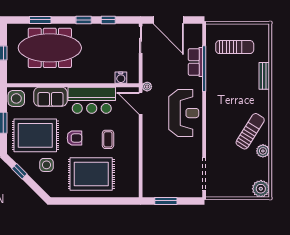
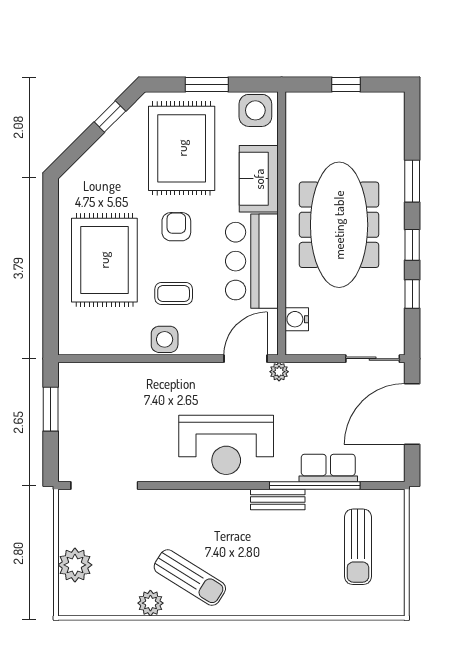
window: (40, 20) -> (412, 181), moved
meeting table: (50, 48) -> (339, 225), moved
bench: (264, 76) -> (278, 499), moved
armchair: (74, 138) -> (176, 227), turned 180
side table: (46, 165) -> (165, 339), moved
plant: (261, 189) -> (75, 565), moved

